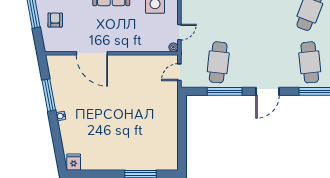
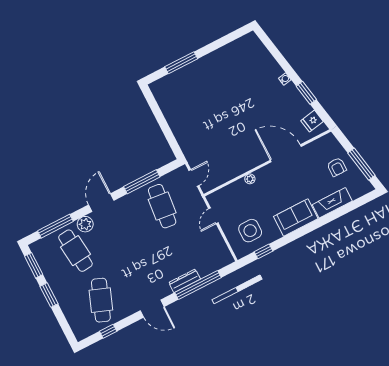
plant: (173, 47) -> (250, 179), moved
plant: (290, 80) -> (85, 224), added
window: (49, 95) -> (306, 93), width x0.69
fridge: (74, 162) -> (312, 121), moved, turned 79

